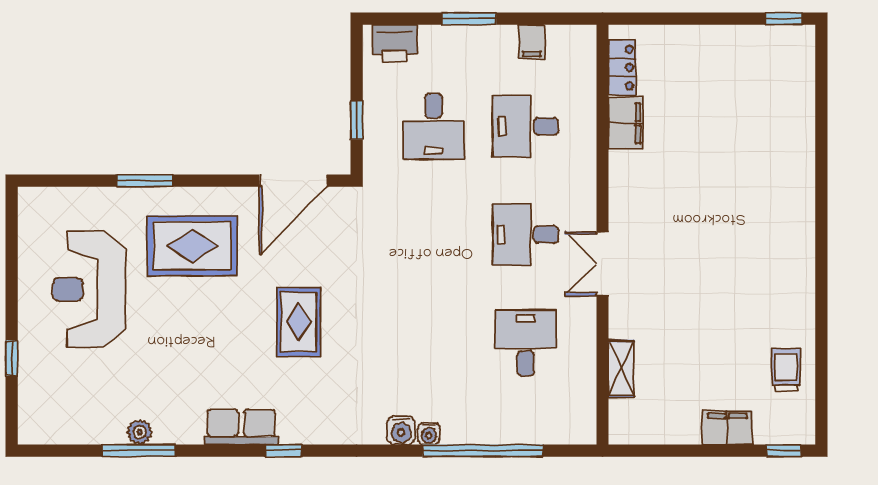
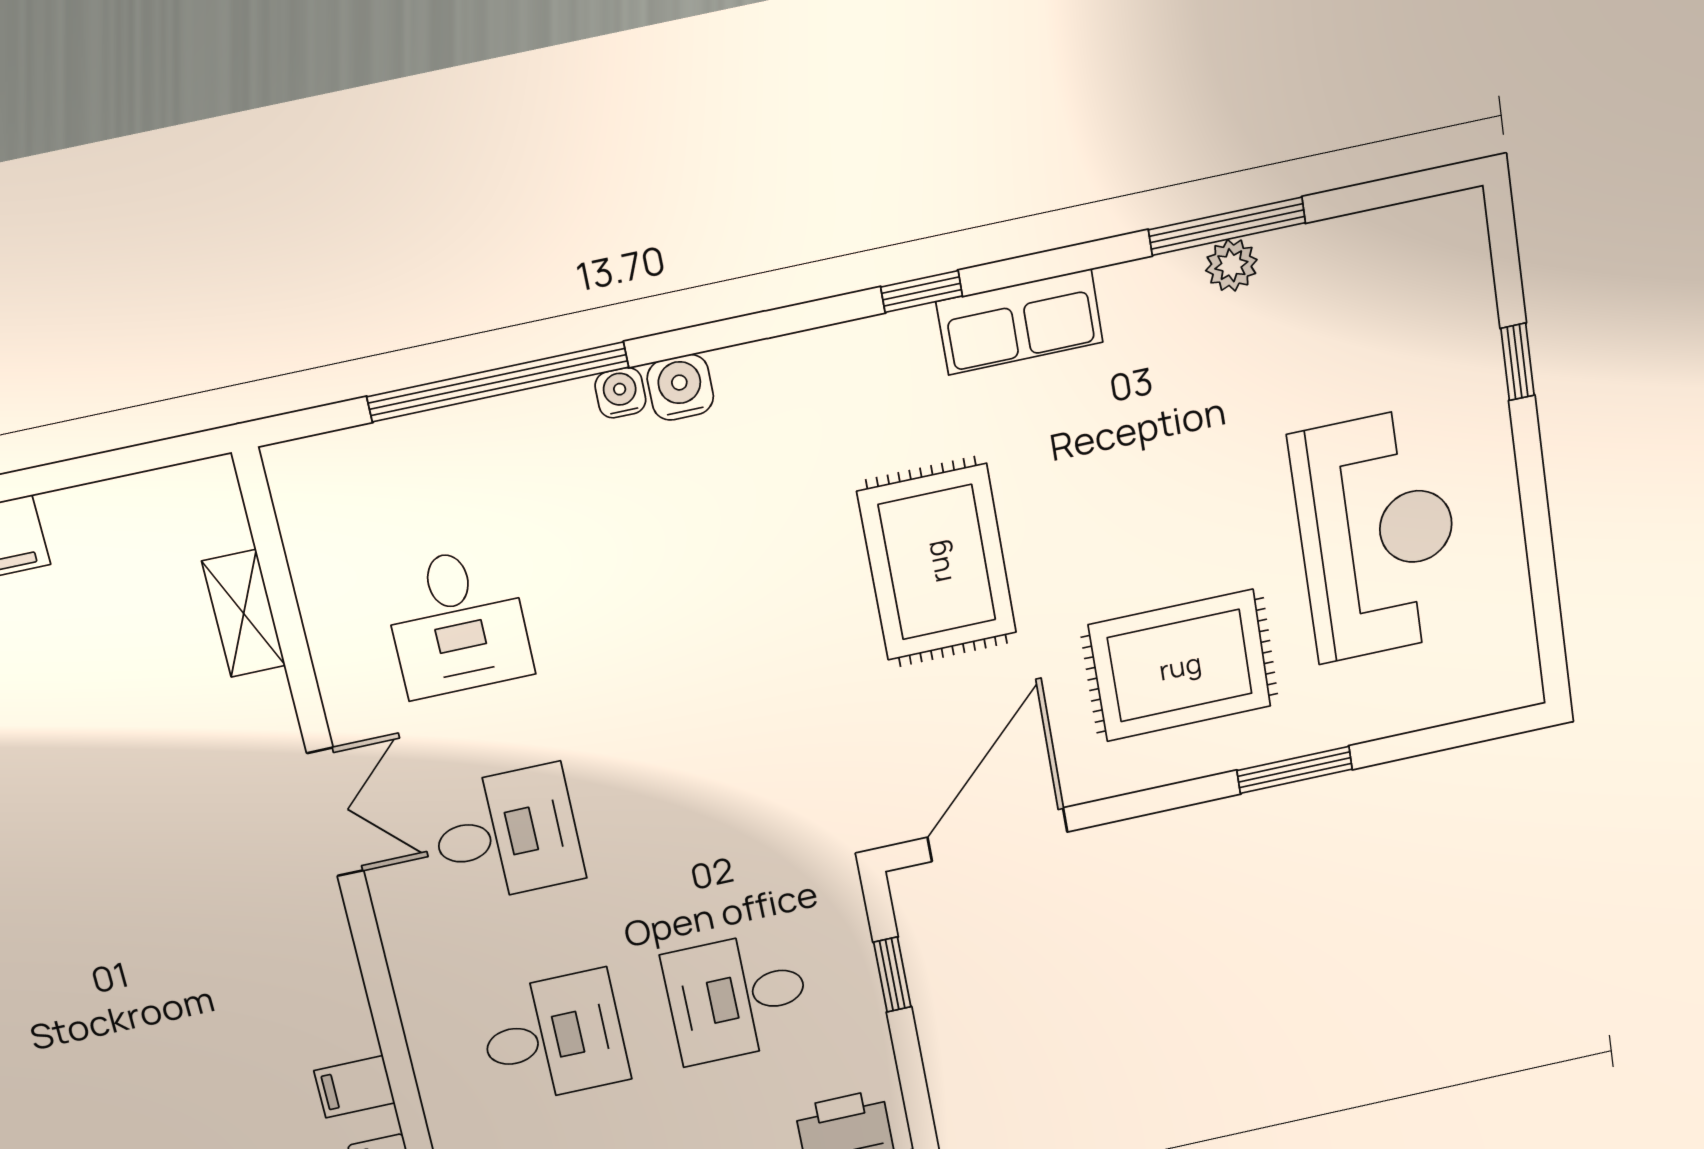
filing cabinet: (626, 123) -> (354, 1087), width x0.50
desk: (434, 126) -> (737, 997), turned -90
rug: (299, 322) -> (937, 562), width x1.36, depth x1.43

